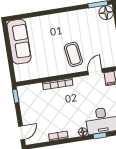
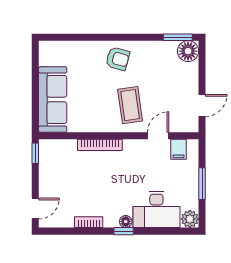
armchair: (60, 25) -> (118, 59), added
sofa: (19, 42) -> (53, 100), moved
window: (100, 136) -> (124, 231), moved

